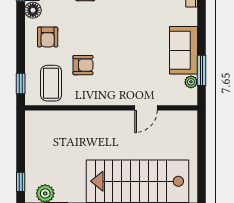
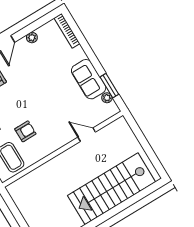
door: (146, 108) -> (87, 135), swing flipped

